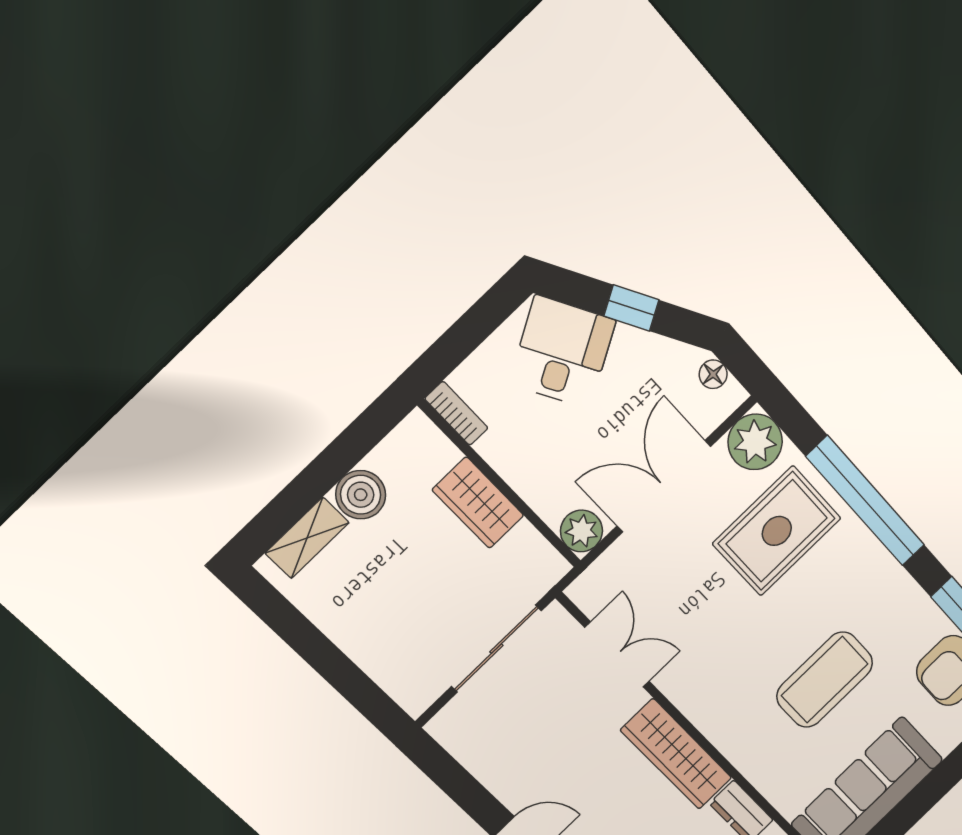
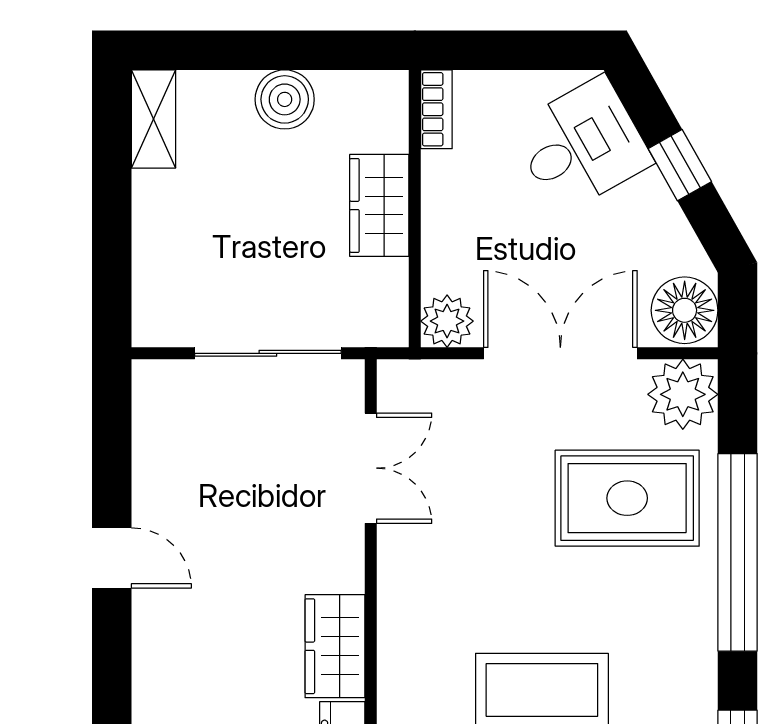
floor lamp: (713, 374) -> (685, 310), width x1.89, depth x1.89
shelving: (307, 538) -> (153, 119), moved, turned 90
wardrobe: (676, 754) -> (335, 646), width x0.67

